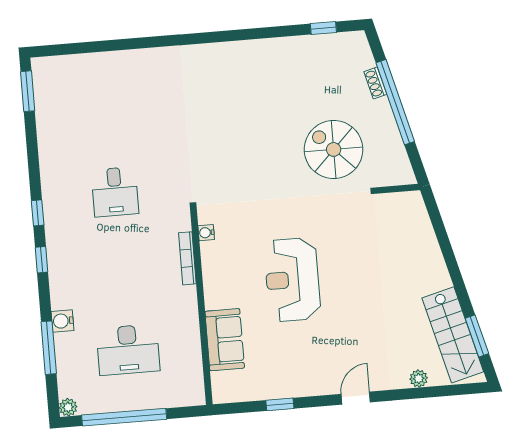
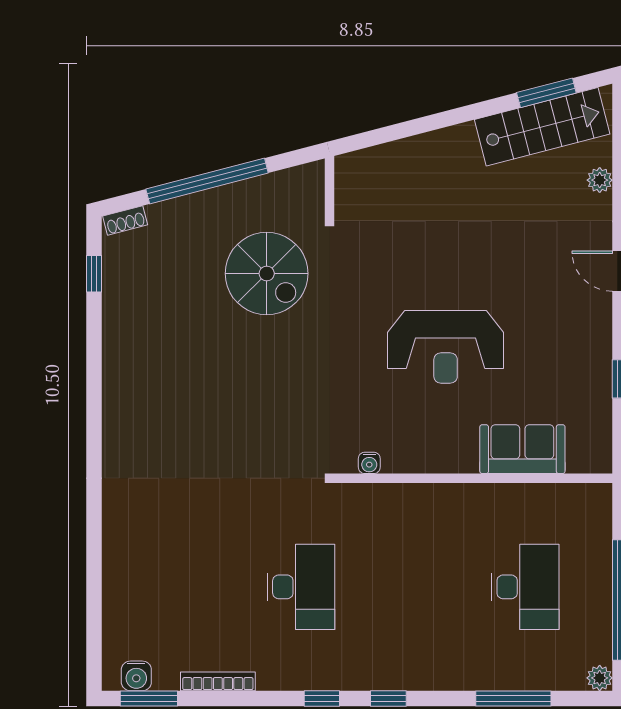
shoe rack: (375, 83) -> (125, 220), moved
spiral stairs: (334, 149) -> (267, 274), turned -90
desk: (115, 192) -> (301, 587), width x1.37
bookcase: (187, 258) -> (218, 681), moved, turned 180
water cooler: (62, 321) -> (136, 676), moved

